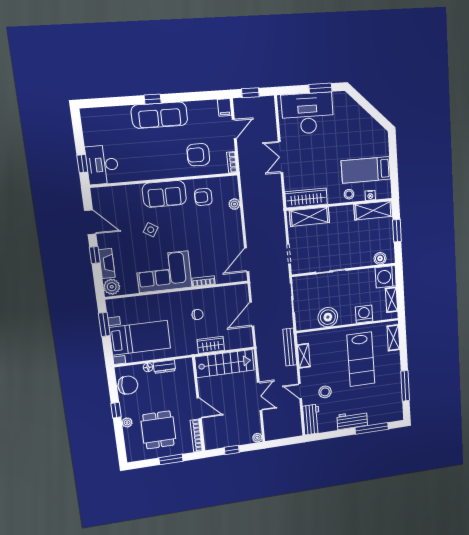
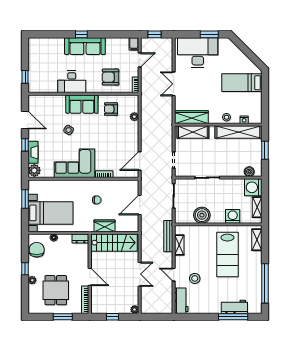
desk: (102, 165) -> (72, 82), moved, turned -90
bed: (366, 170) -> (242, 83), moved
shelving: (373, 210) -> (238, 132), width x1.47
dresser: (164, 367) -> (80, 239), moved
chair: (128, 385) -> (37, 250), turned -91
window: (405, 386) -> (265, 283), width x1.46
workbench: (352, 420) -> (234, 307), moved

